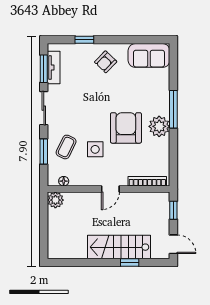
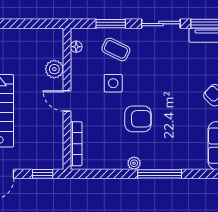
plant: (159, 126) -> (134, 163), width x0.53, depth x0.53
armchair: (126, 128) -> (138, 119), width x0.73, depth x0.73
plant: (55, 200) -> (54, 69), moved

